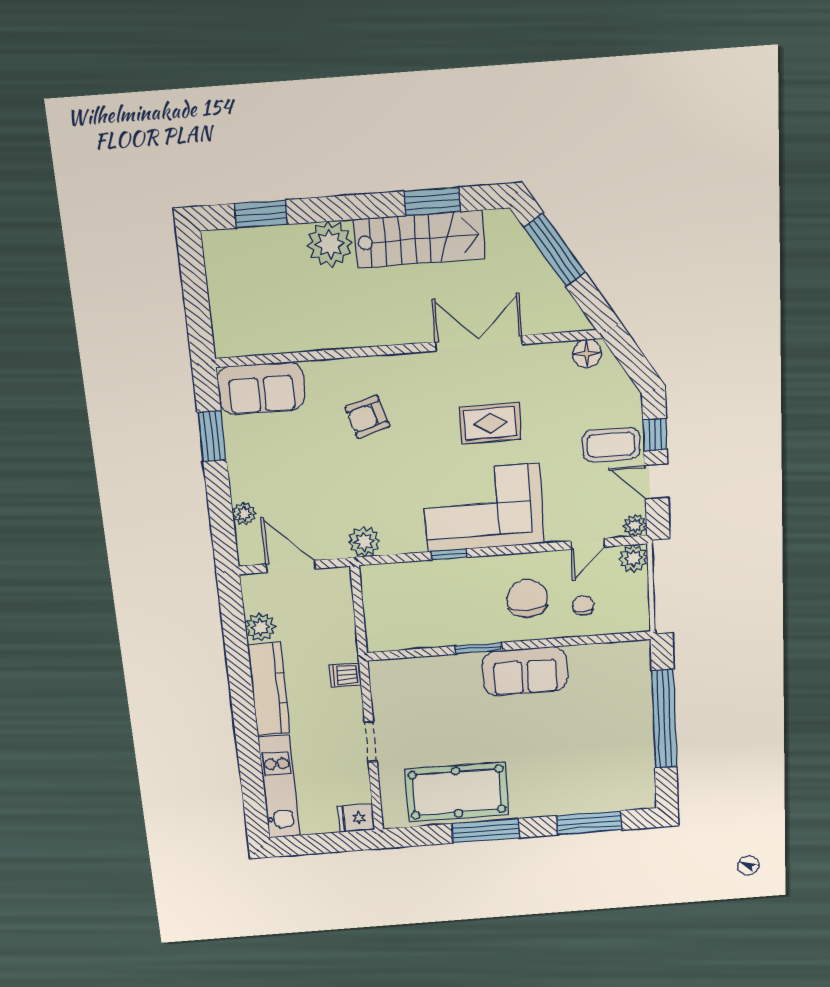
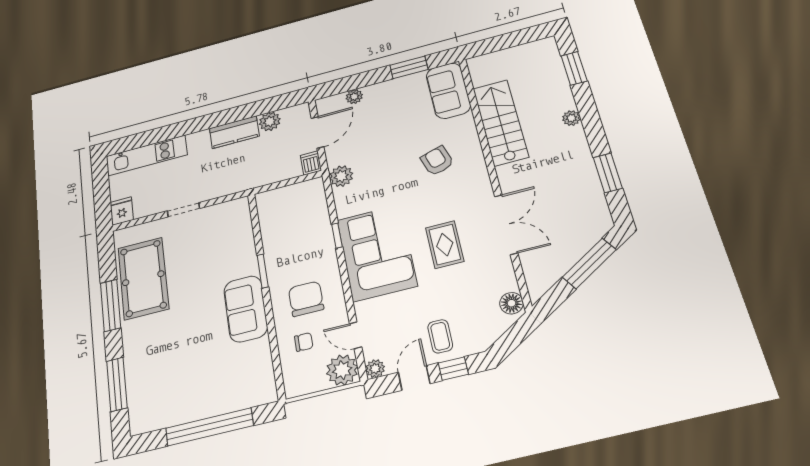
stairs: (419, 239) -> (501, 122), moved, turned 180
plant: (330, 244) -> (571, 118), width x0.53, depth x0.53
coffee table: (611, 445) -> (440, 336), width x0.73, depth x0.77
plant: (633, 558) -> (342, 370), width x1.36, depth x1.36
chair: (527, 599) -> (306, 299), turned -90
dishwasher: (345, 675) -> (311, 163), moved
kitchen counter: (269, 689) -> (234, 132), width x0.67

